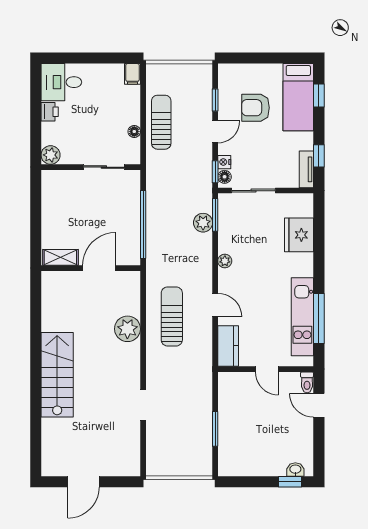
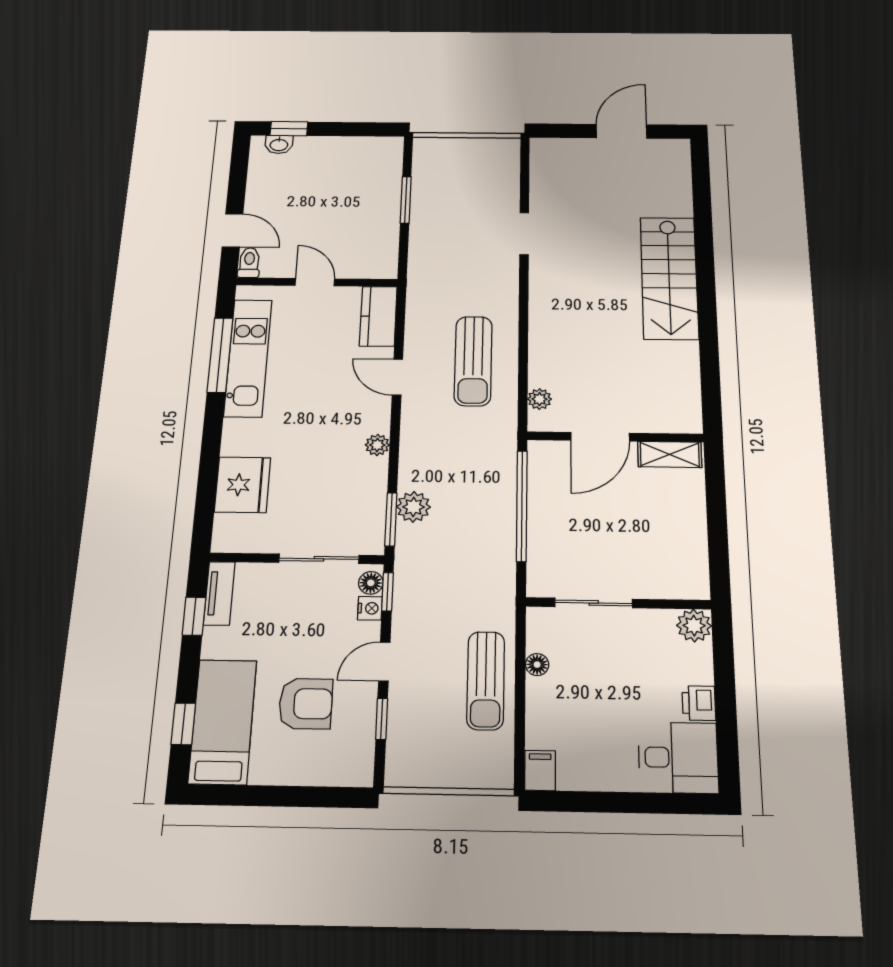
plant: (127, 329) -> (540, 399), moved, width x0.53, depth x0.53

